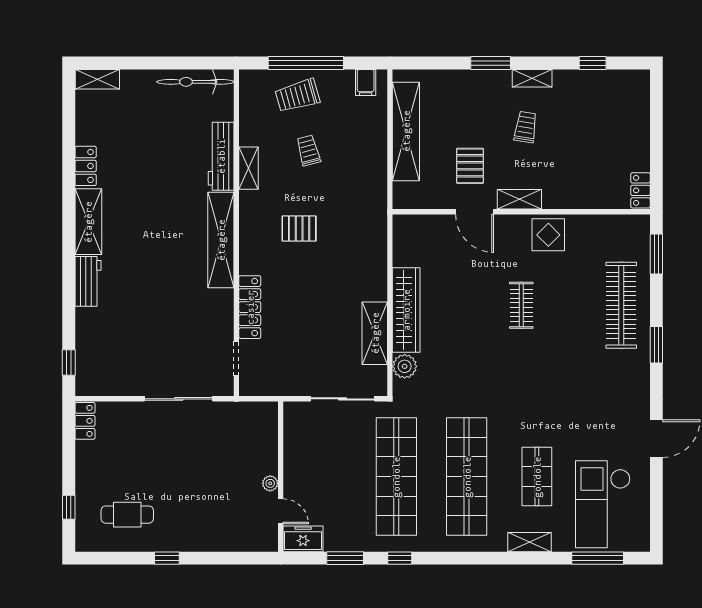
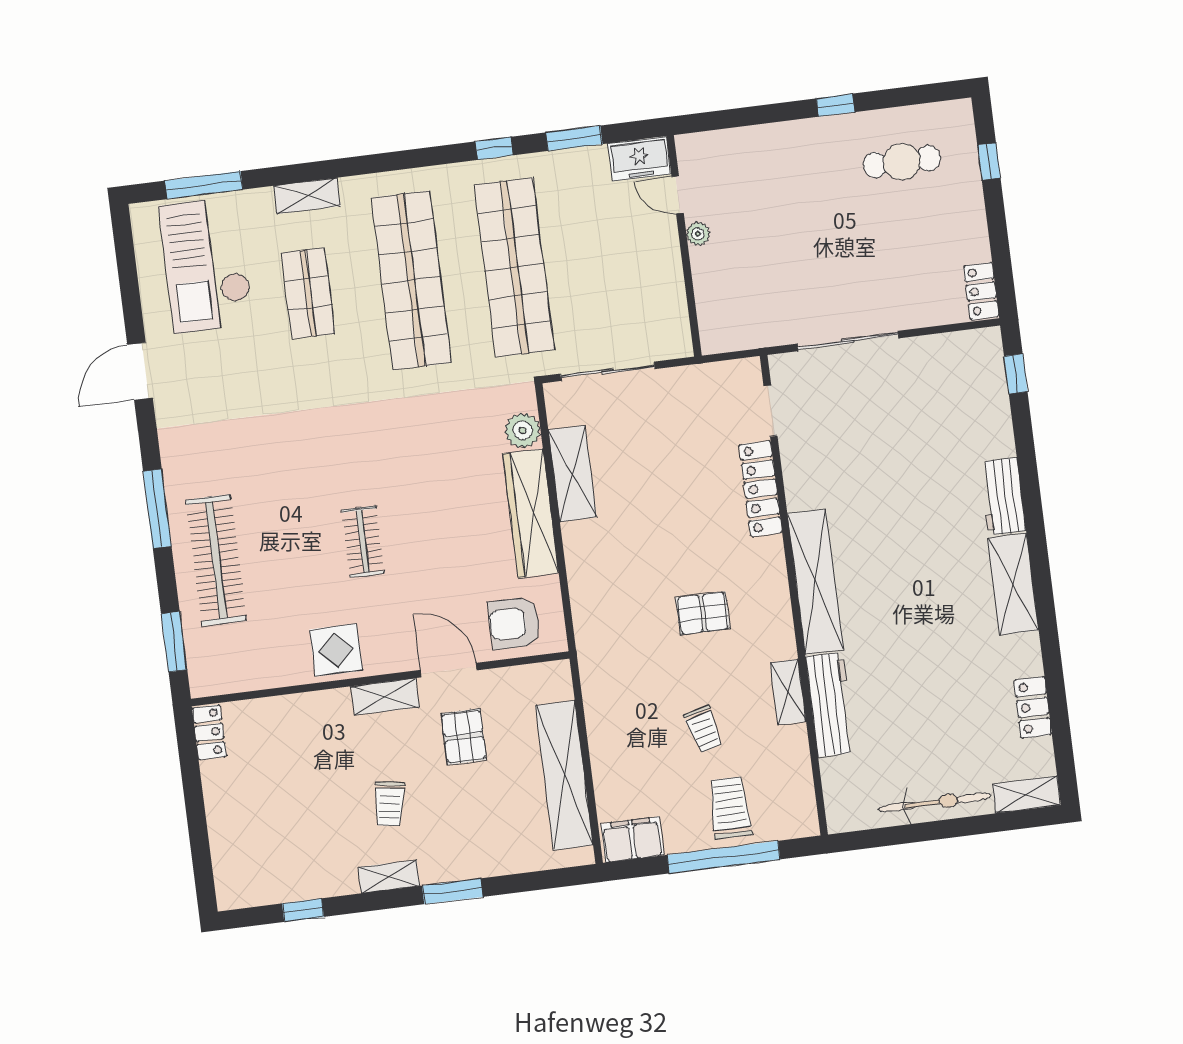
bicycle: (195, 82) -> (935, 802), moved
filing cabinet: (366, 82) -> (632, 839), width x2.00
trolley: (297, 96) -> (730, 808), turned -74
locker: (86, 166) -> (1033, 707), moved
armchair: (426, 238) -> (514, 623), added
window: (656, 345) -> (157, 509), width x1.44
checkout: (603, 504) -> (206, 265), turned 180

